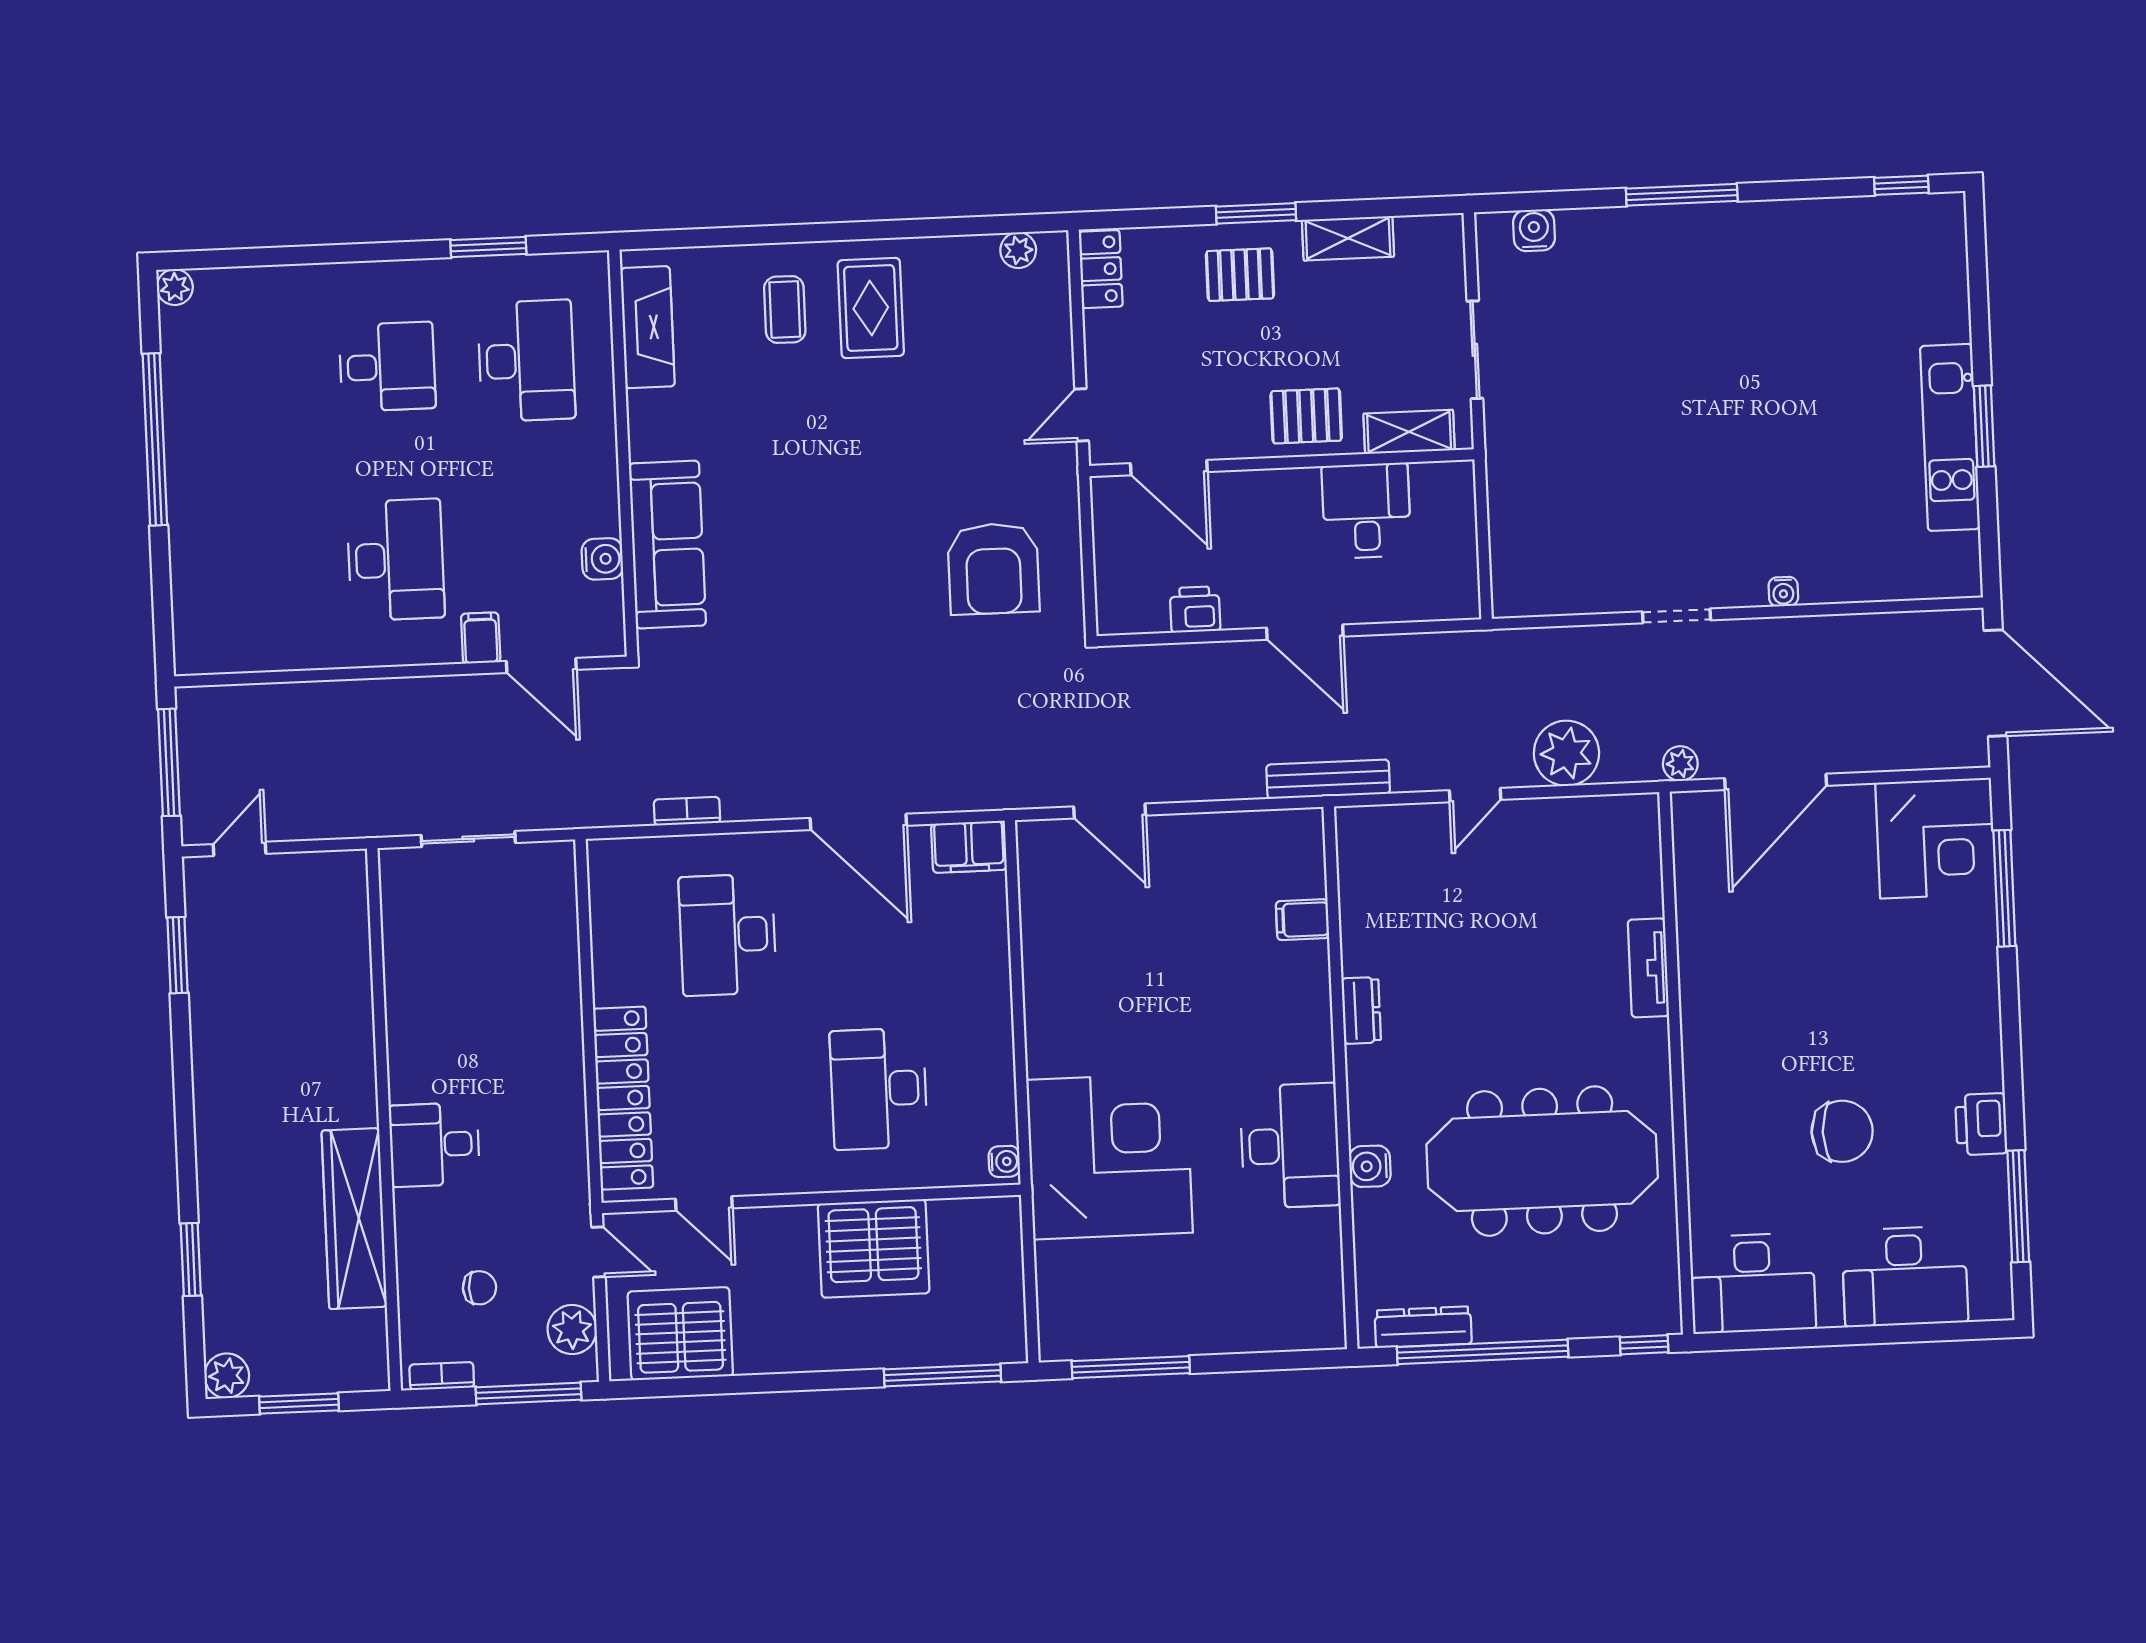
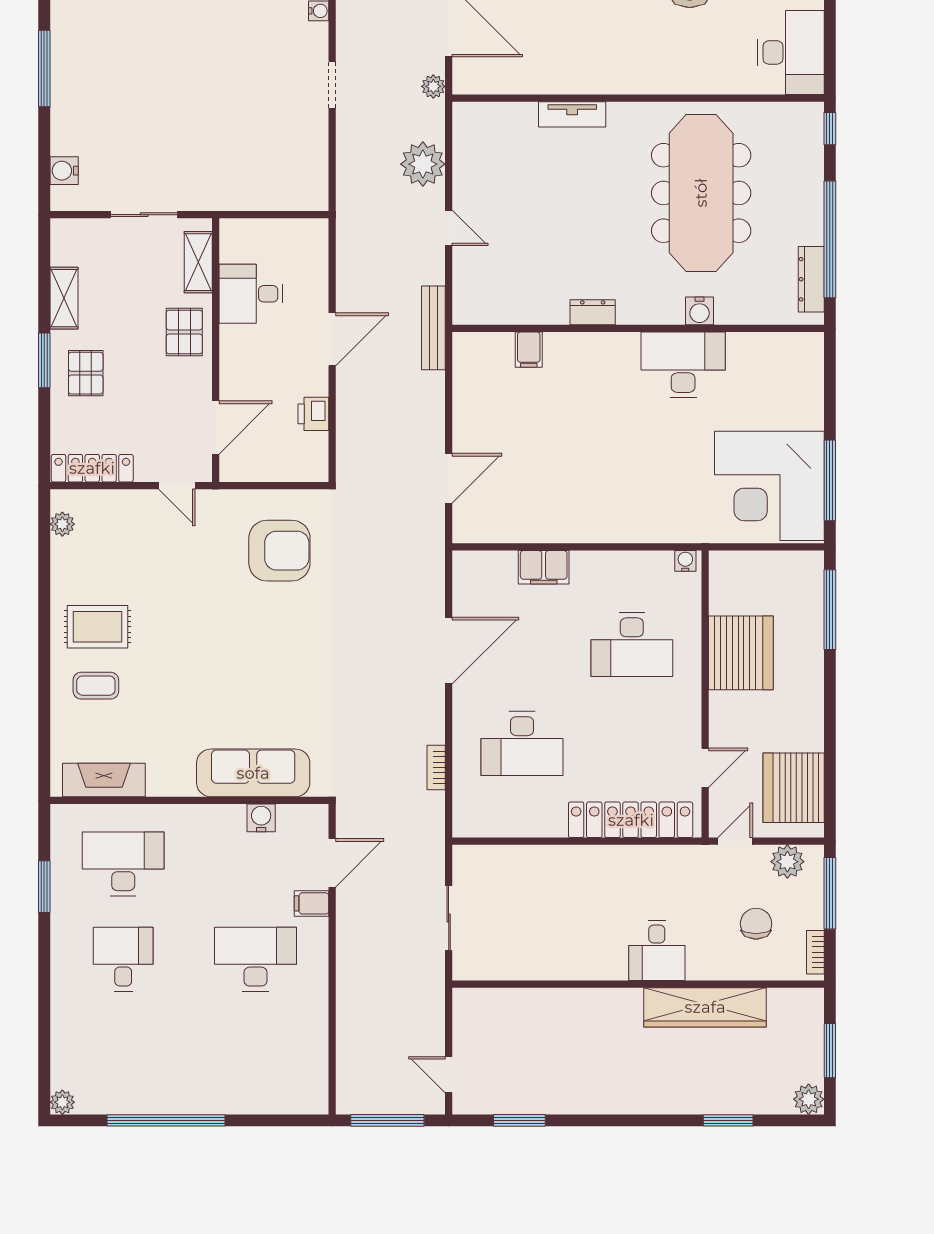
locker: (1101, 269) -> (92, 468), width x1.53
filing cabinet: (969, 847) -> (544, 567), moved, turned 90
corner desk: (1110, 1156) -> (769, 486), moved, turned -90
chair: (479, 1288) -> (756, 924), width x1.37, depth x1.37

